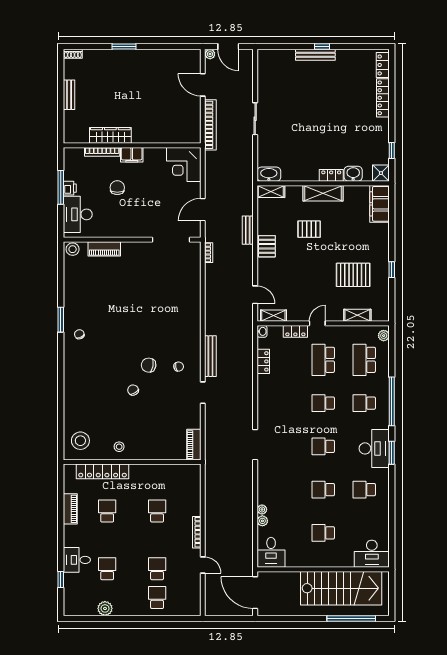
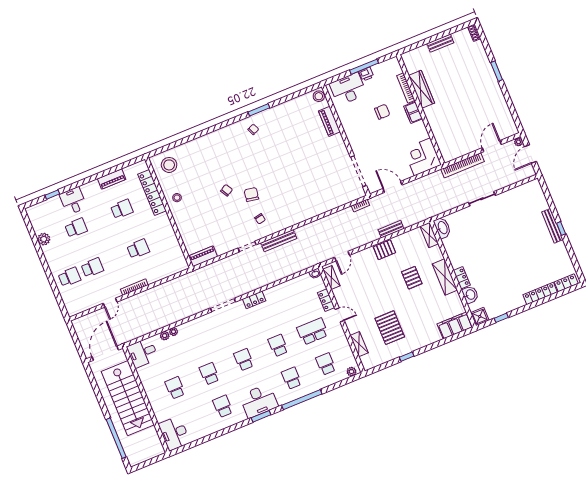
school desk: (364, 360) -> (326, 364), width x0.54
locker: (263, 361) -> (254, 300), moved
stairs: (341, 588) -> (128, 398), moved

